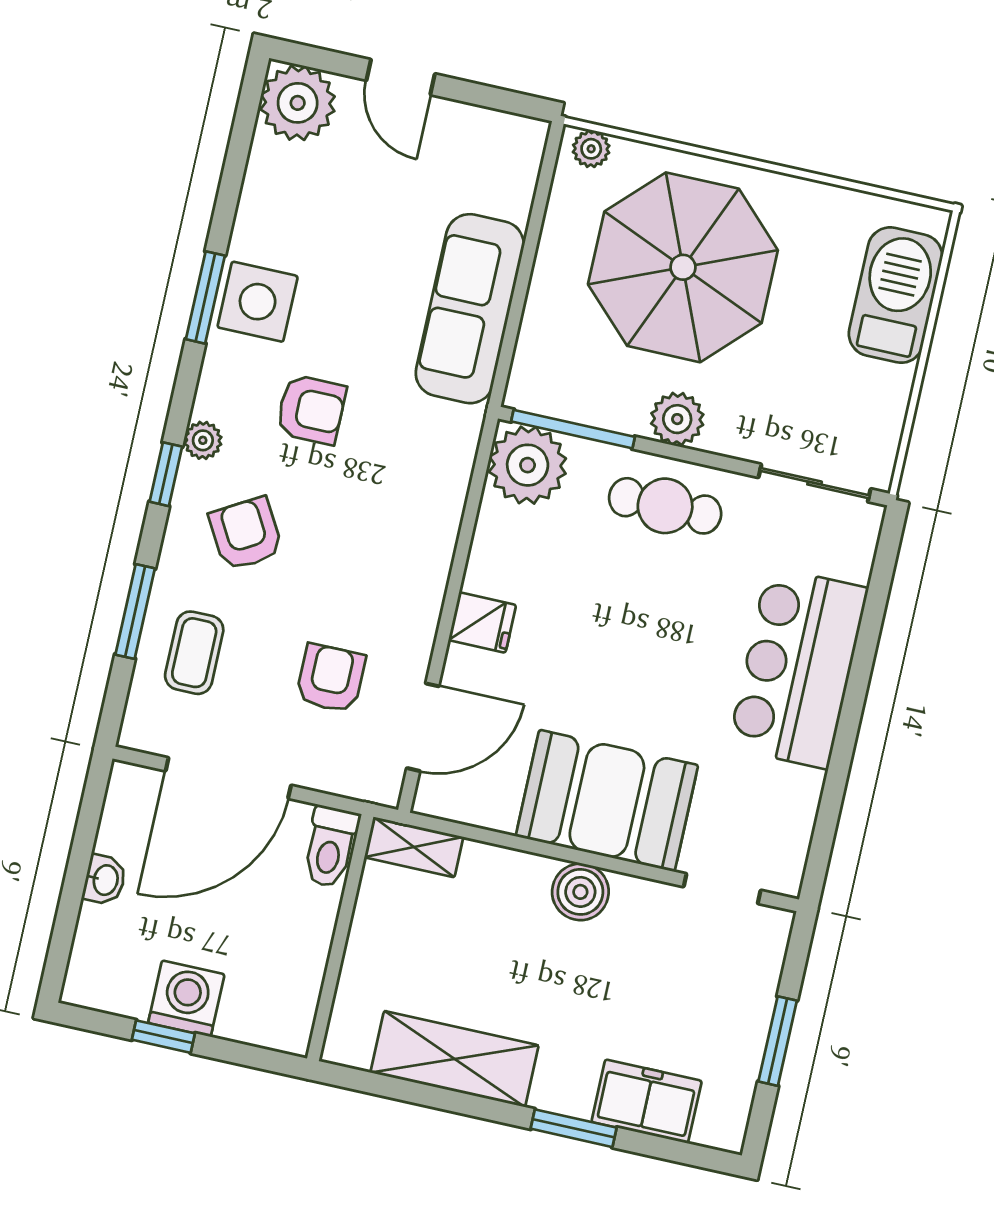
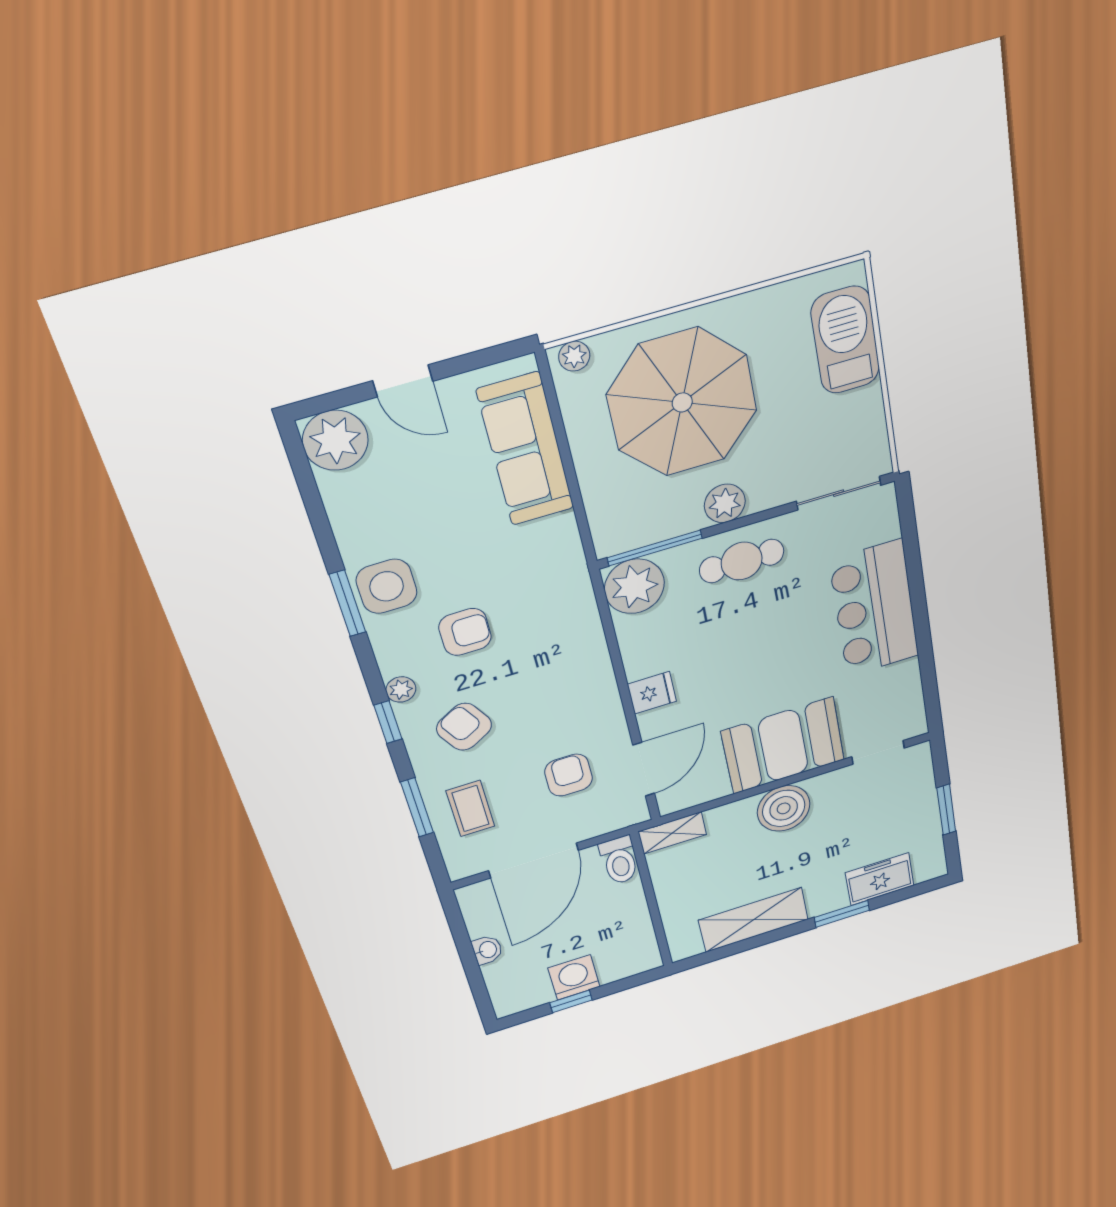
sofa: (470, 309) -> (526, 450), moved
boiler: (580, 892) -> (784, 808), width x1.37, depth x1.37

